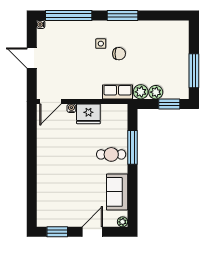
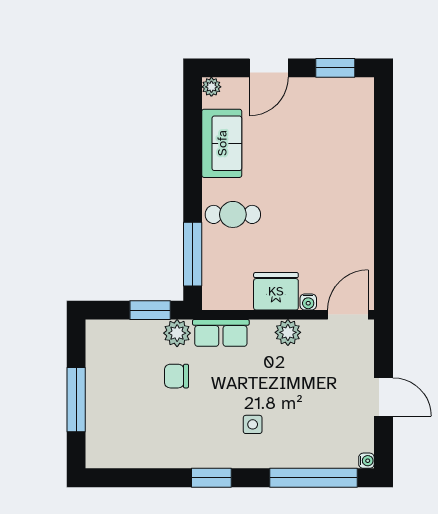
window: (123, 15) -> (211, 478), width x0.69
chair: (119, 54) -> (176, 376), moved
window: (194, 71) -> (76, 400), moved
plant: (156, 92) -> (288, 332), moved
window: (169, 104) -> (150, 310), moved
window: (132, 147) -> (193, 254), moved

